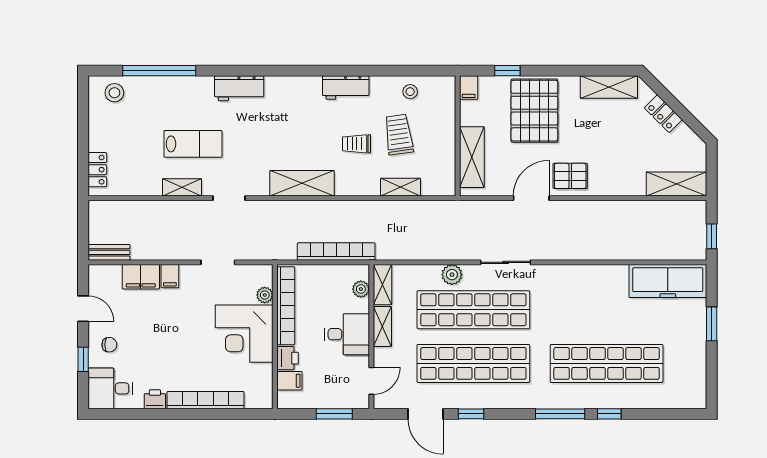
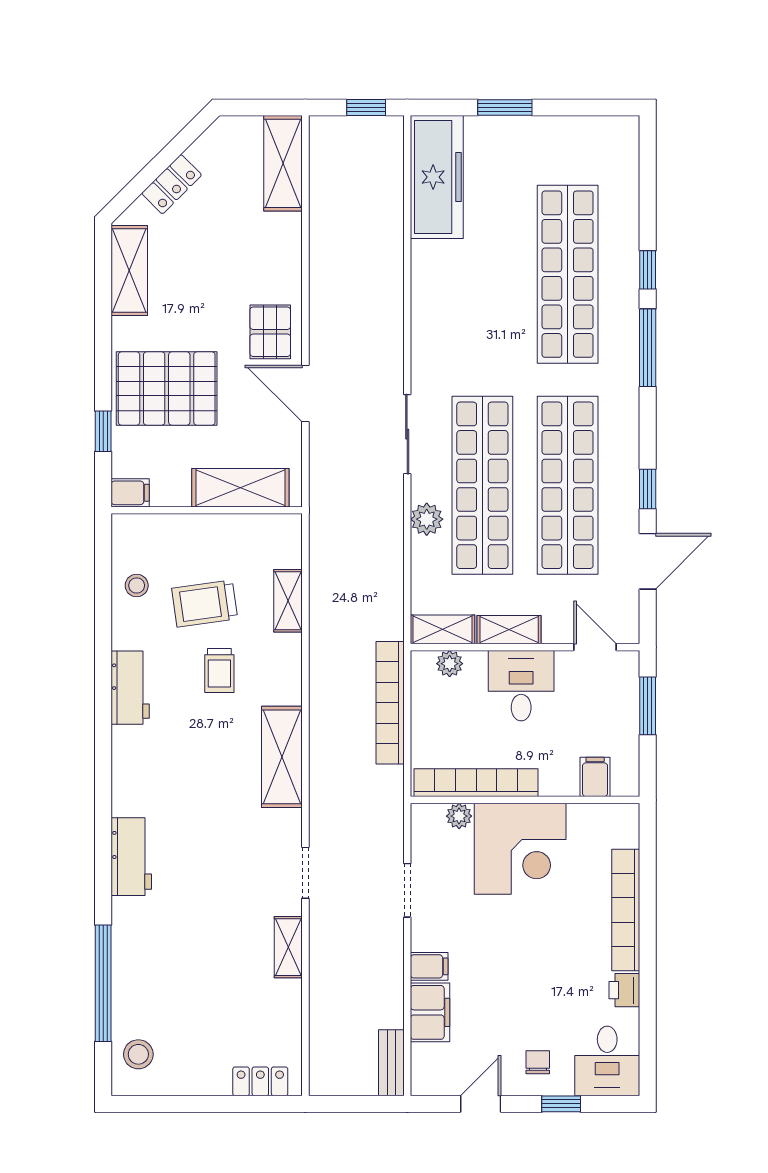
lab bench: (193, 144) -> (220, 930), removed
printer: (288, 358) -> (559, 780), removed

